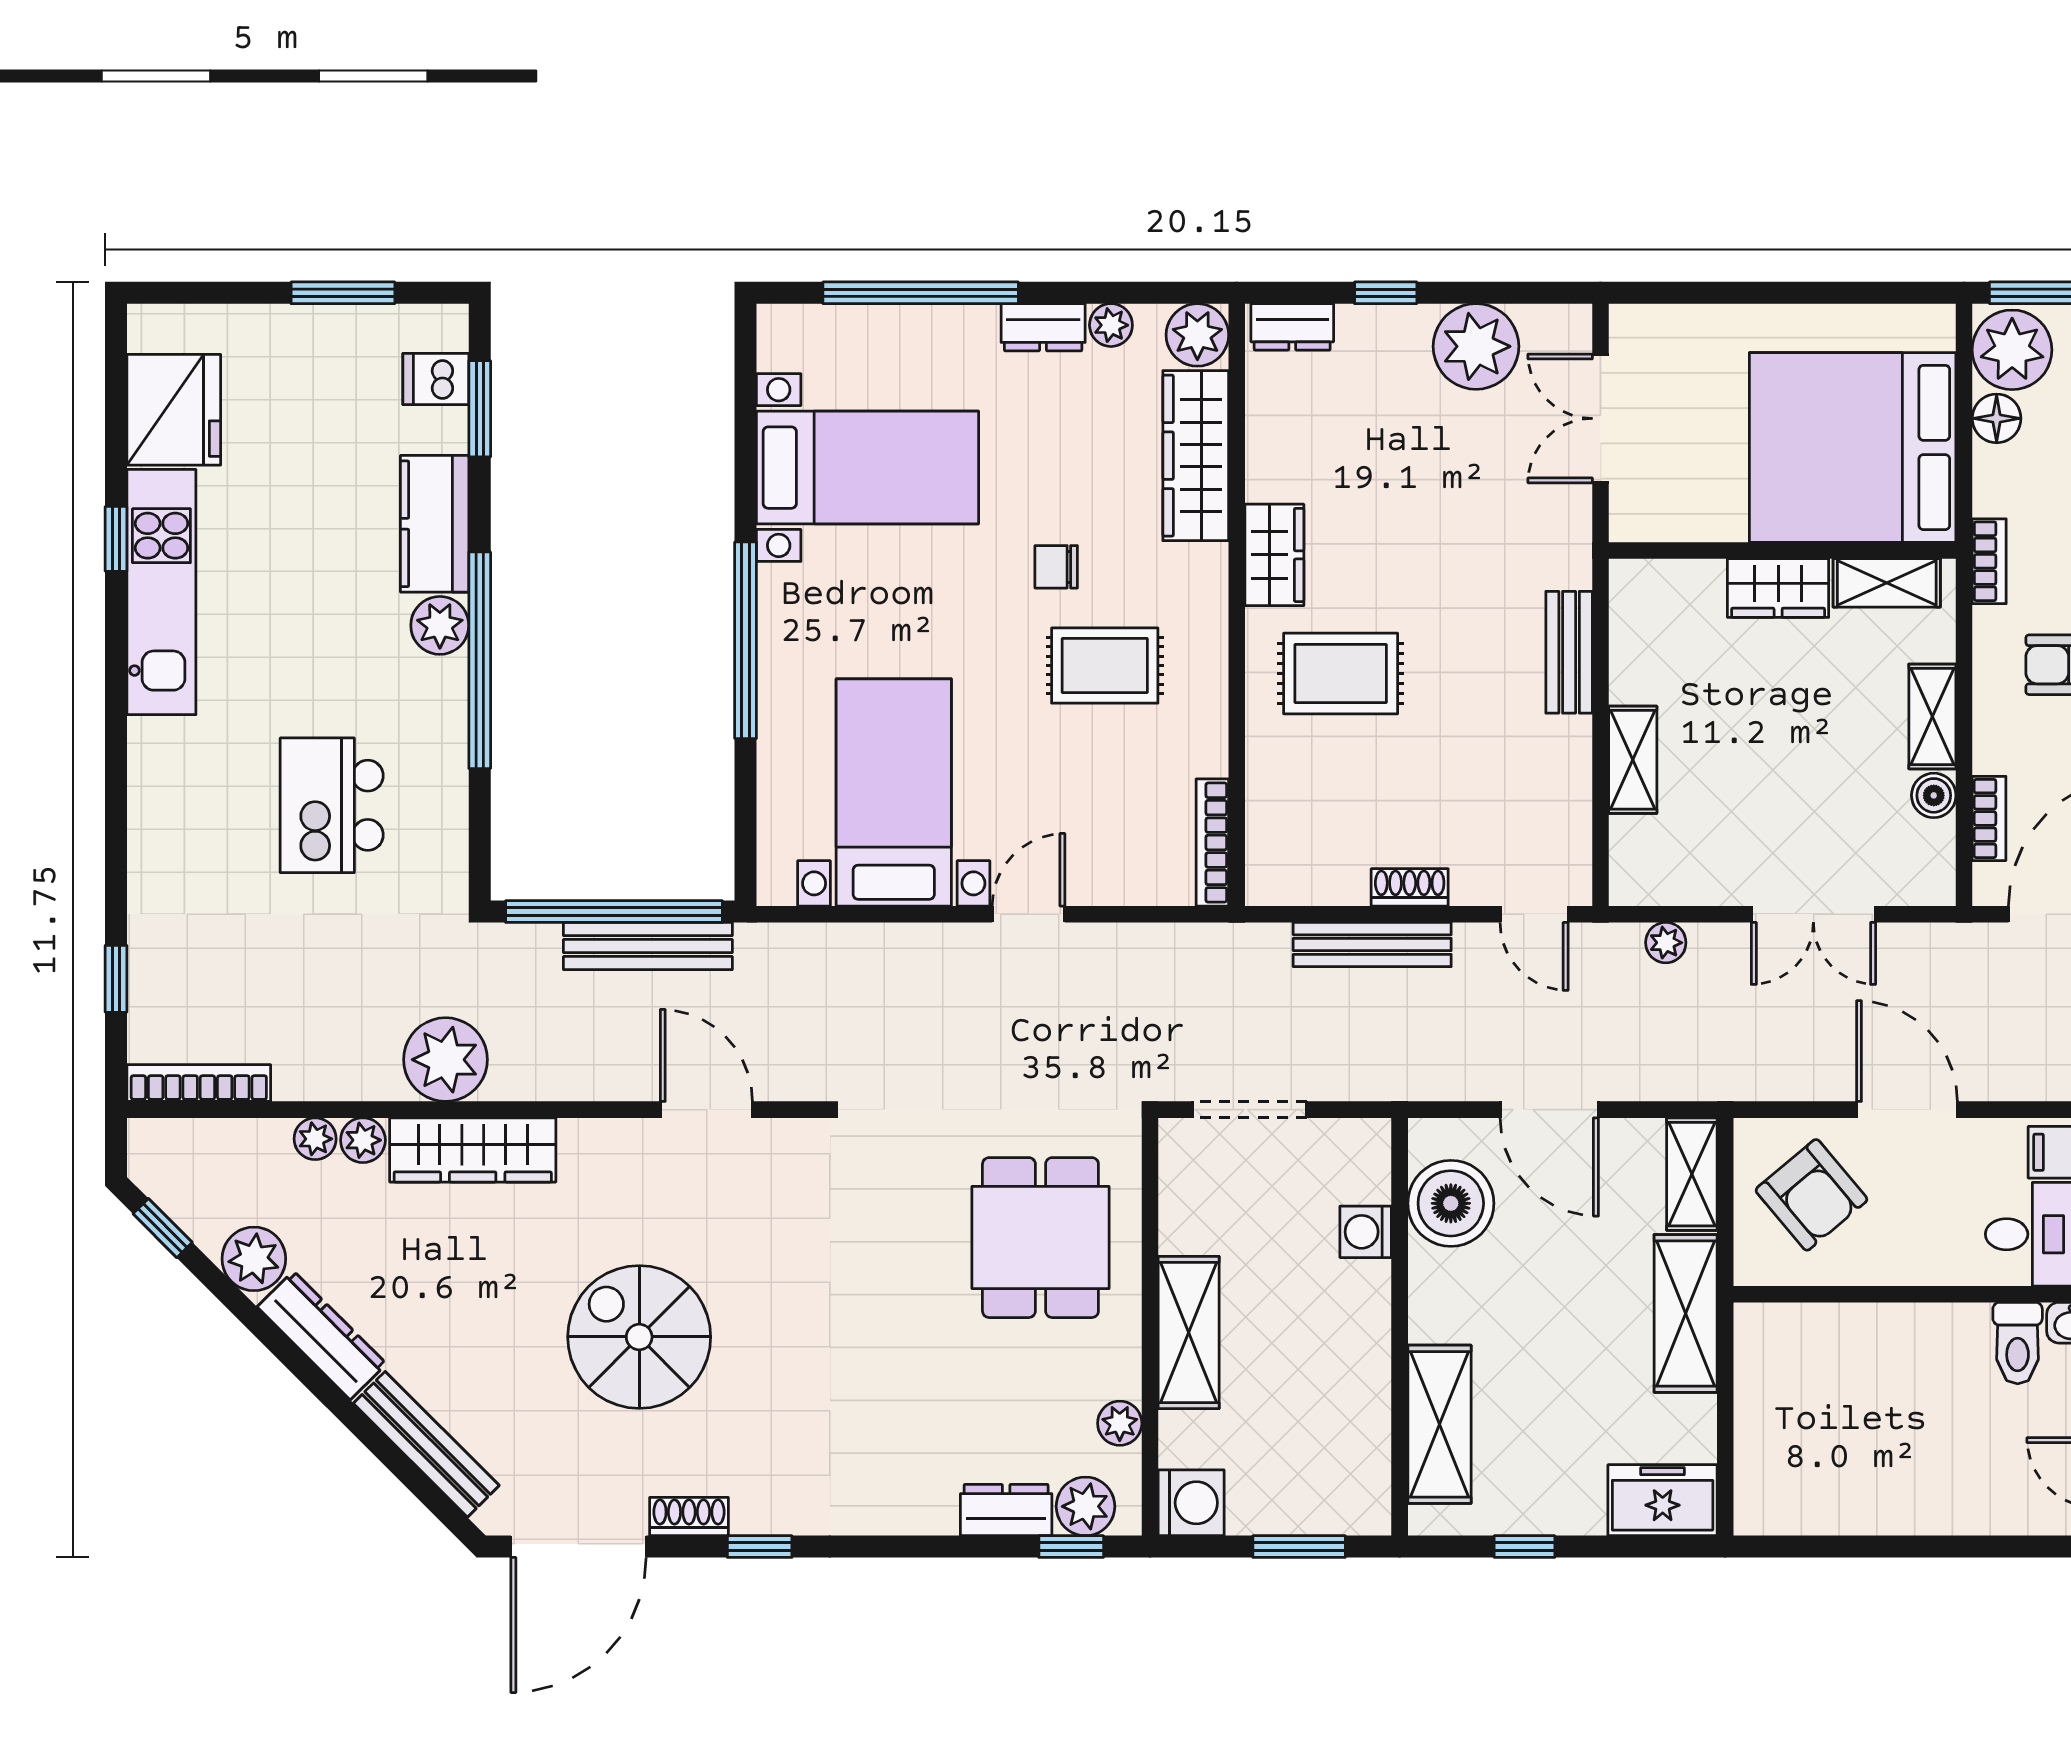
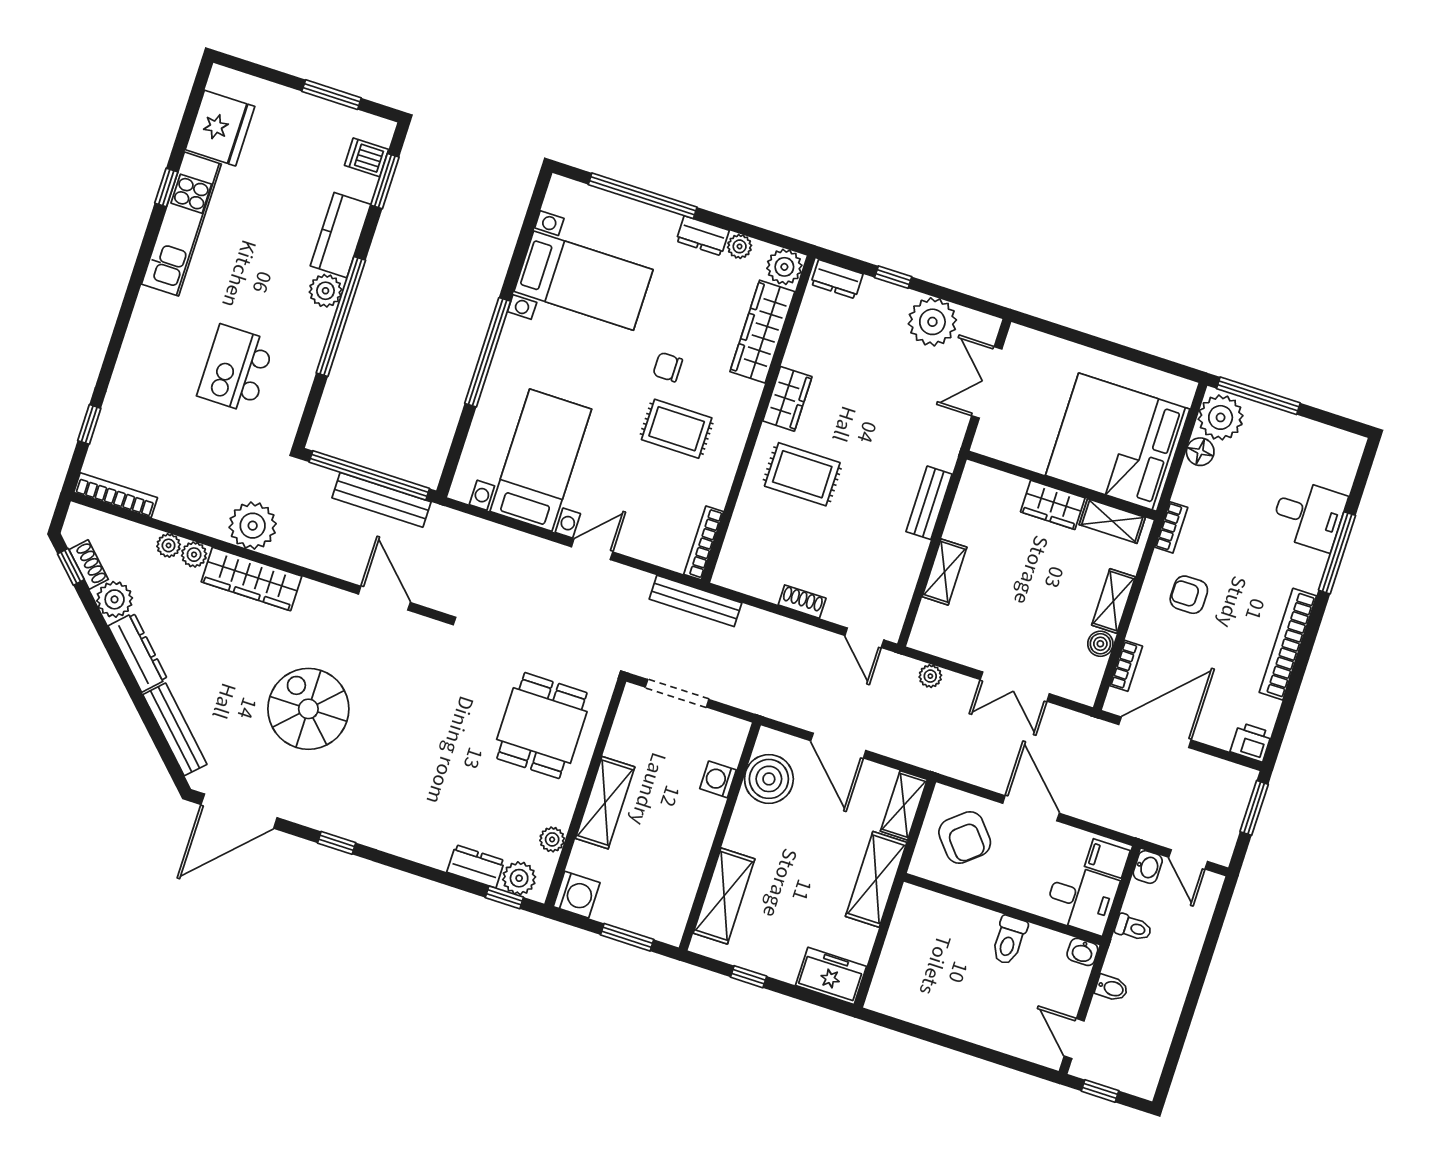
bench: (1372, 945) -> (695, 601), moved
toilet: (2018, 1343) -> (1009, 940), moved
shoe rack: (689, 1517) -> (89, 564), moved, turned 45

